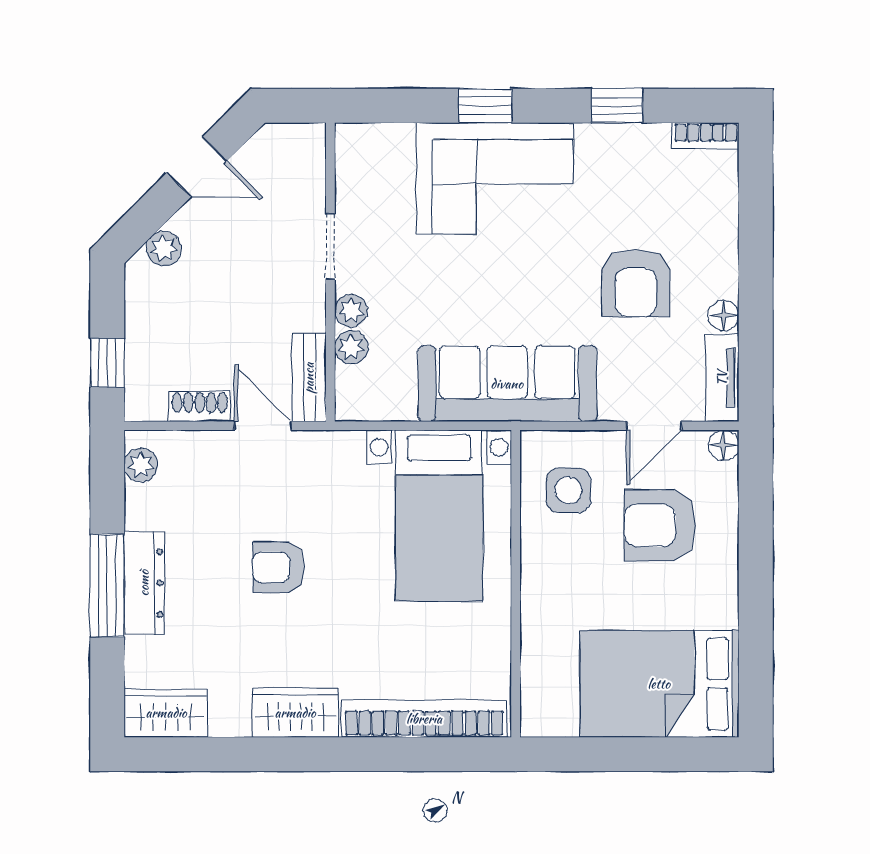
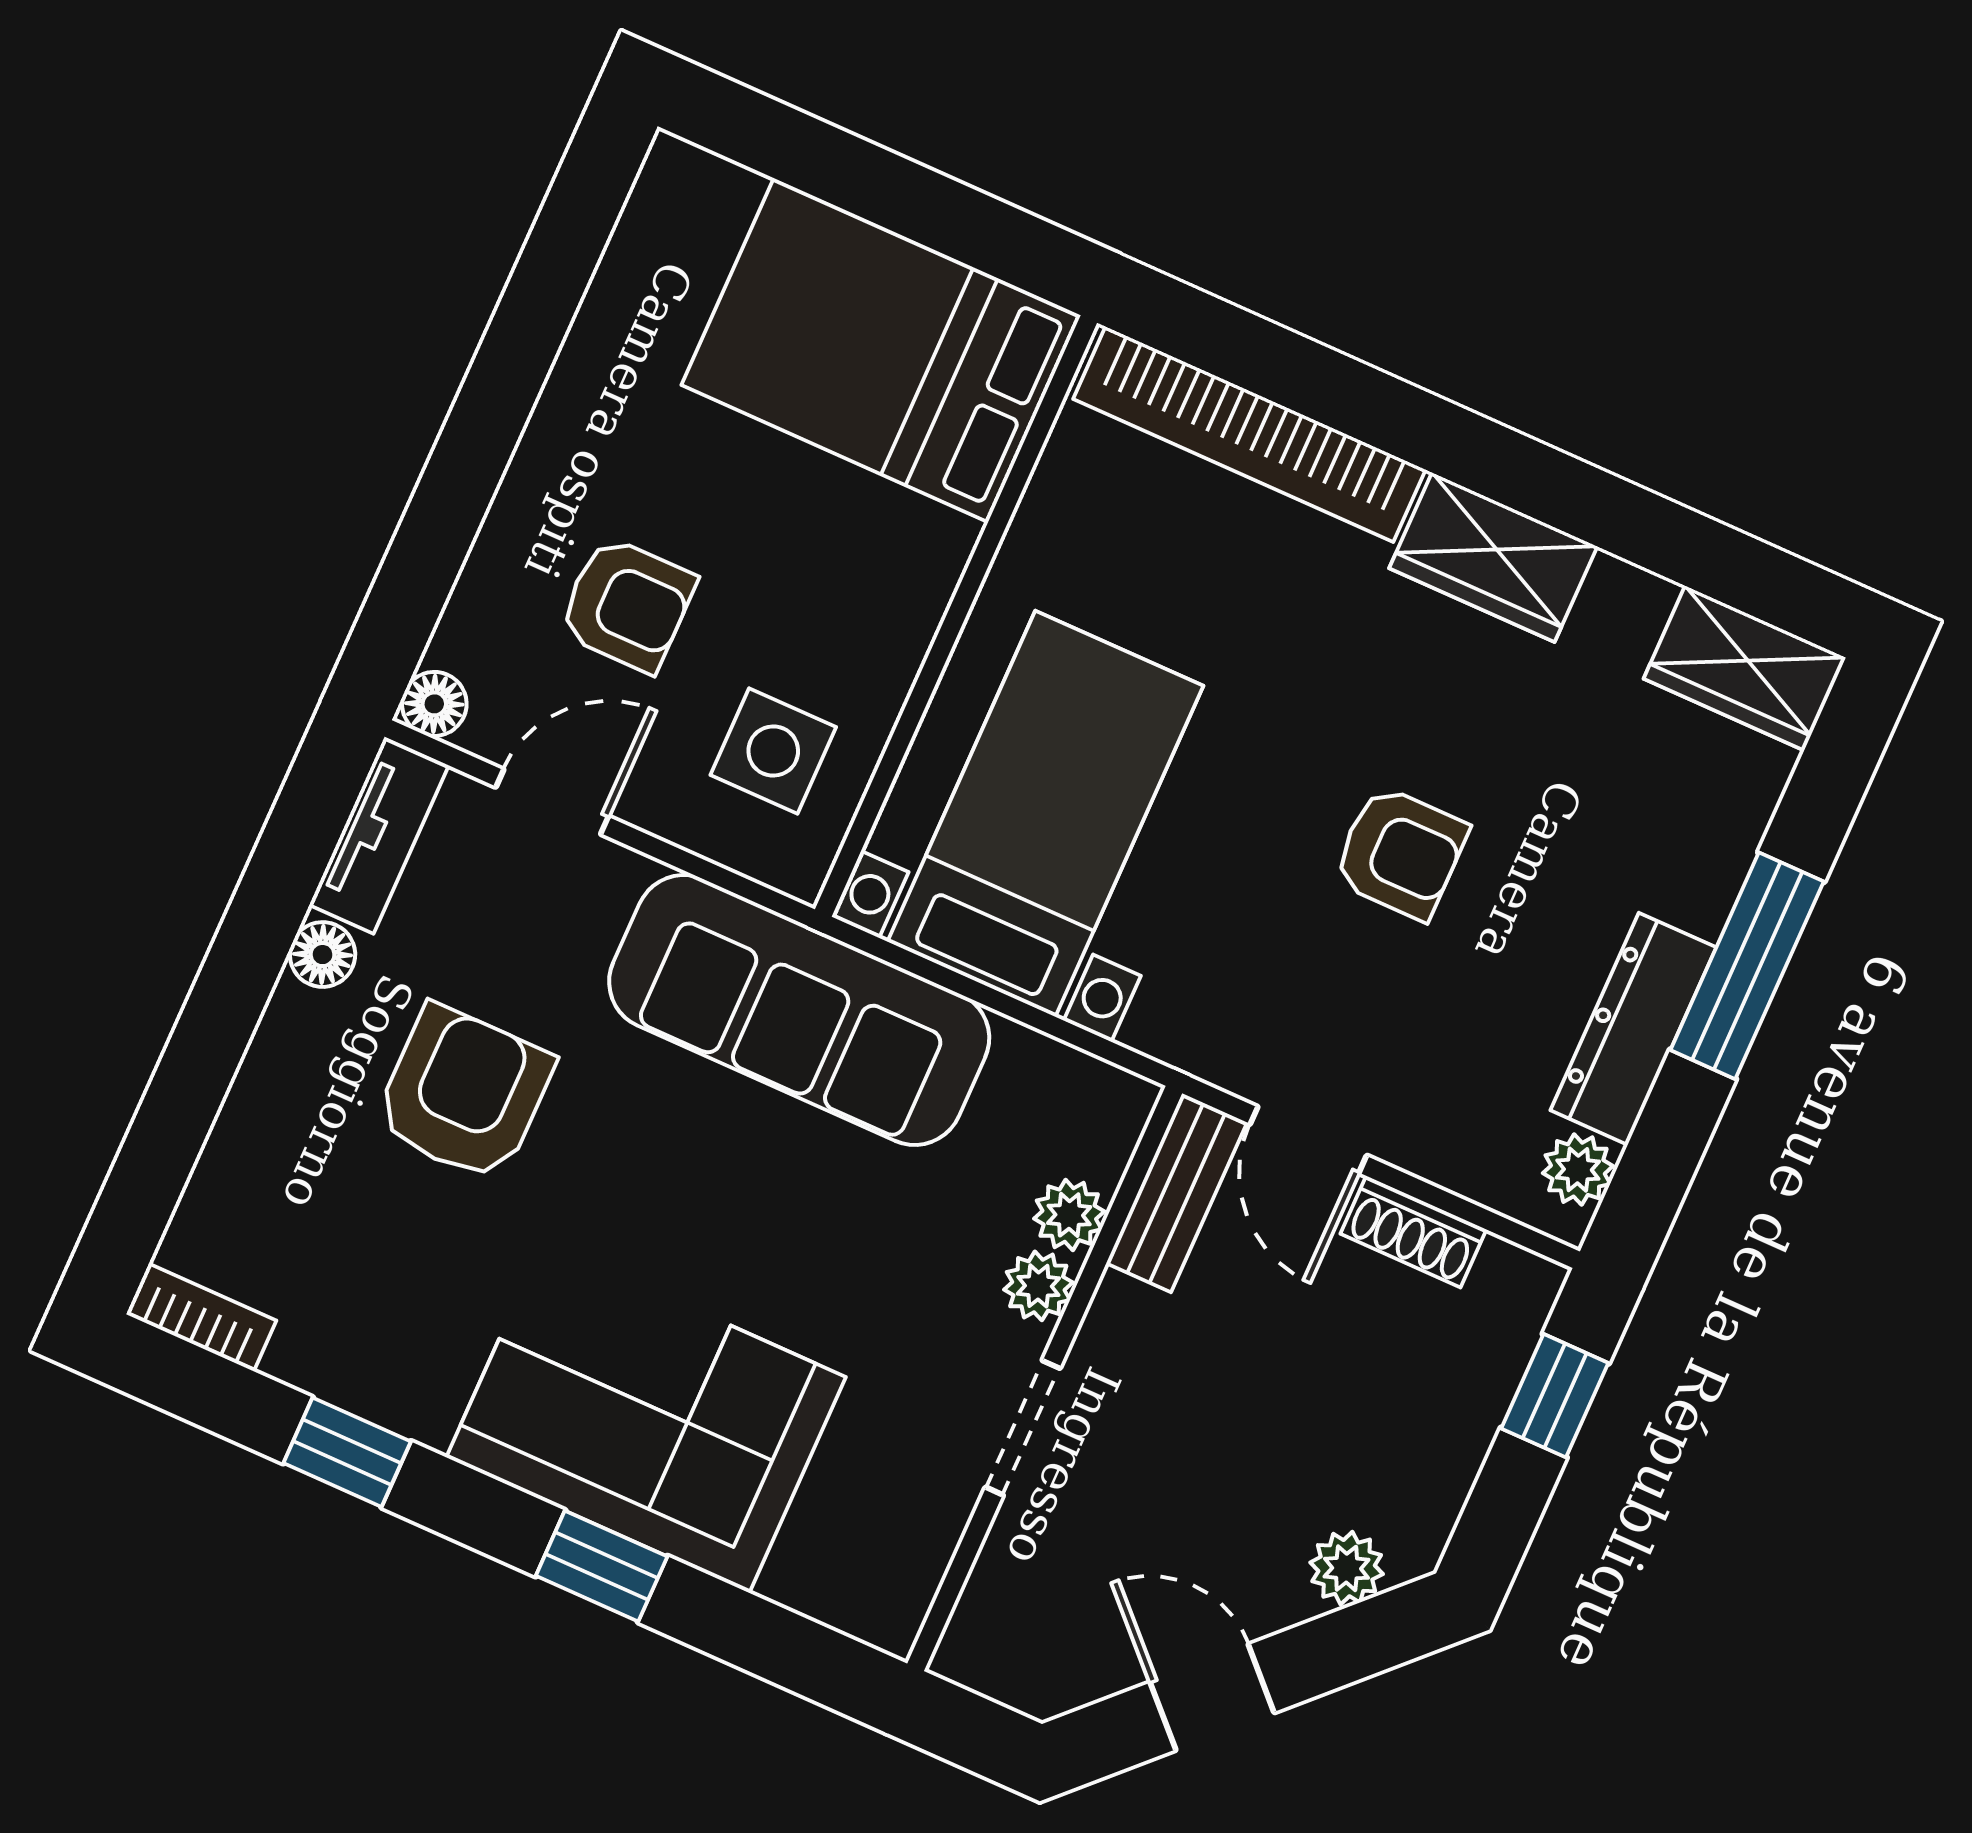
armchair: (660, 525) -> (627, 604), width x0.72, depth x0.72
dresser: (144, 583) -> (1633, 1029), moved
bed: (659, 684) -> (881, 350), moved, turned 180

